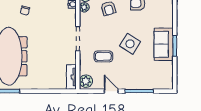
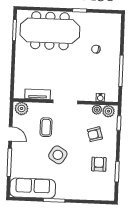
sofa: (164, 44) -> (33, 188), moved, width x1.36
tv unit: (71, 77) -> (38, 94), moved
door: (111, 91) -> (10, 134), hinge flipped

